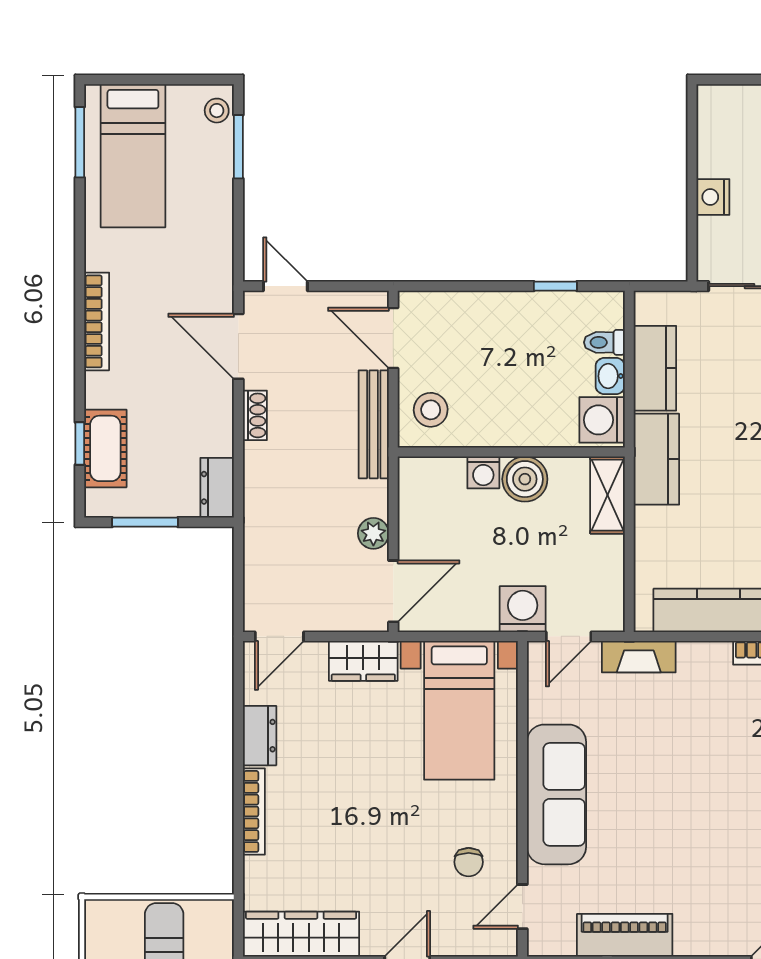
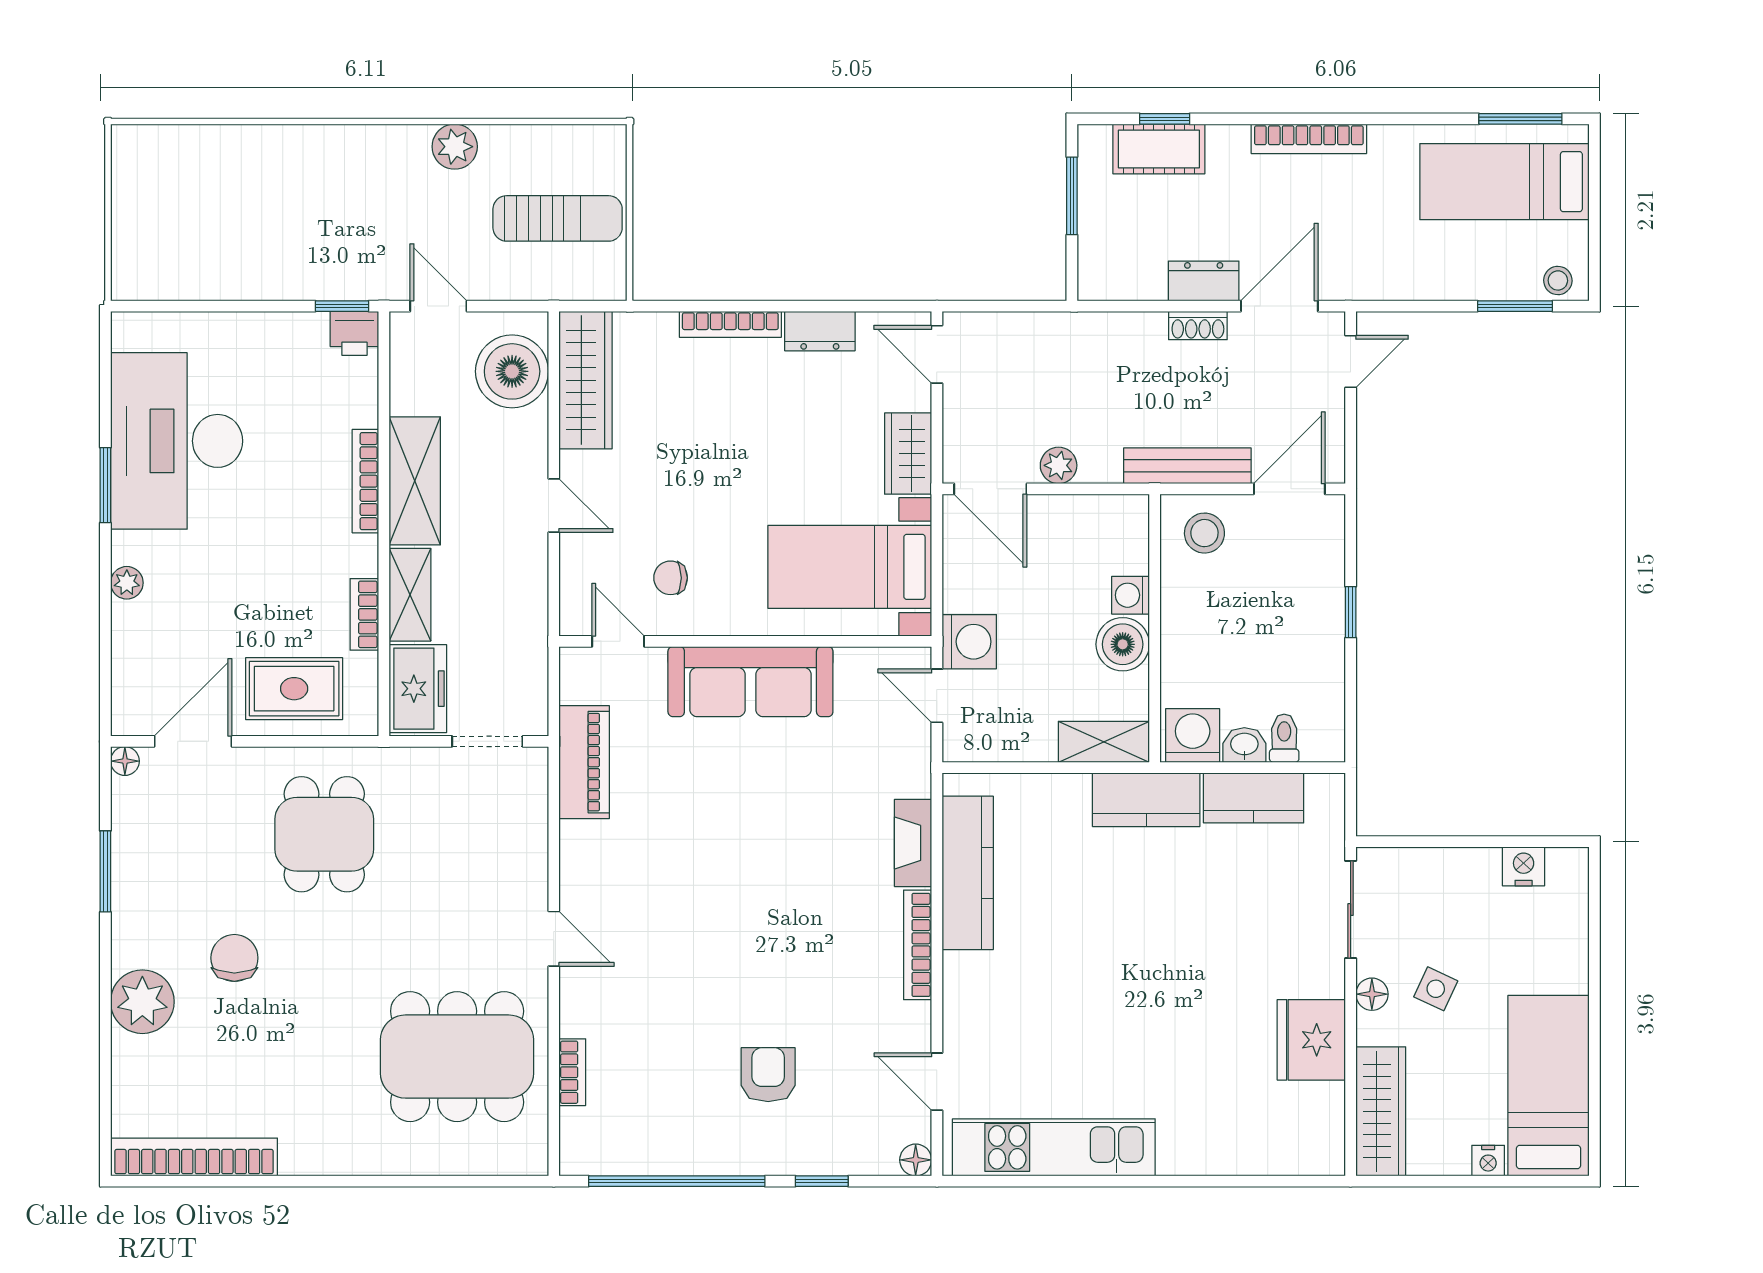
nightstand: (713, 197) -> (1524, 866), moved
window: (555, 286) -> (1351, 612), moved
dresser: (217, 488) -> (1204, 281), moved
fireplace: (639, 657) -> (913, 843), moved

